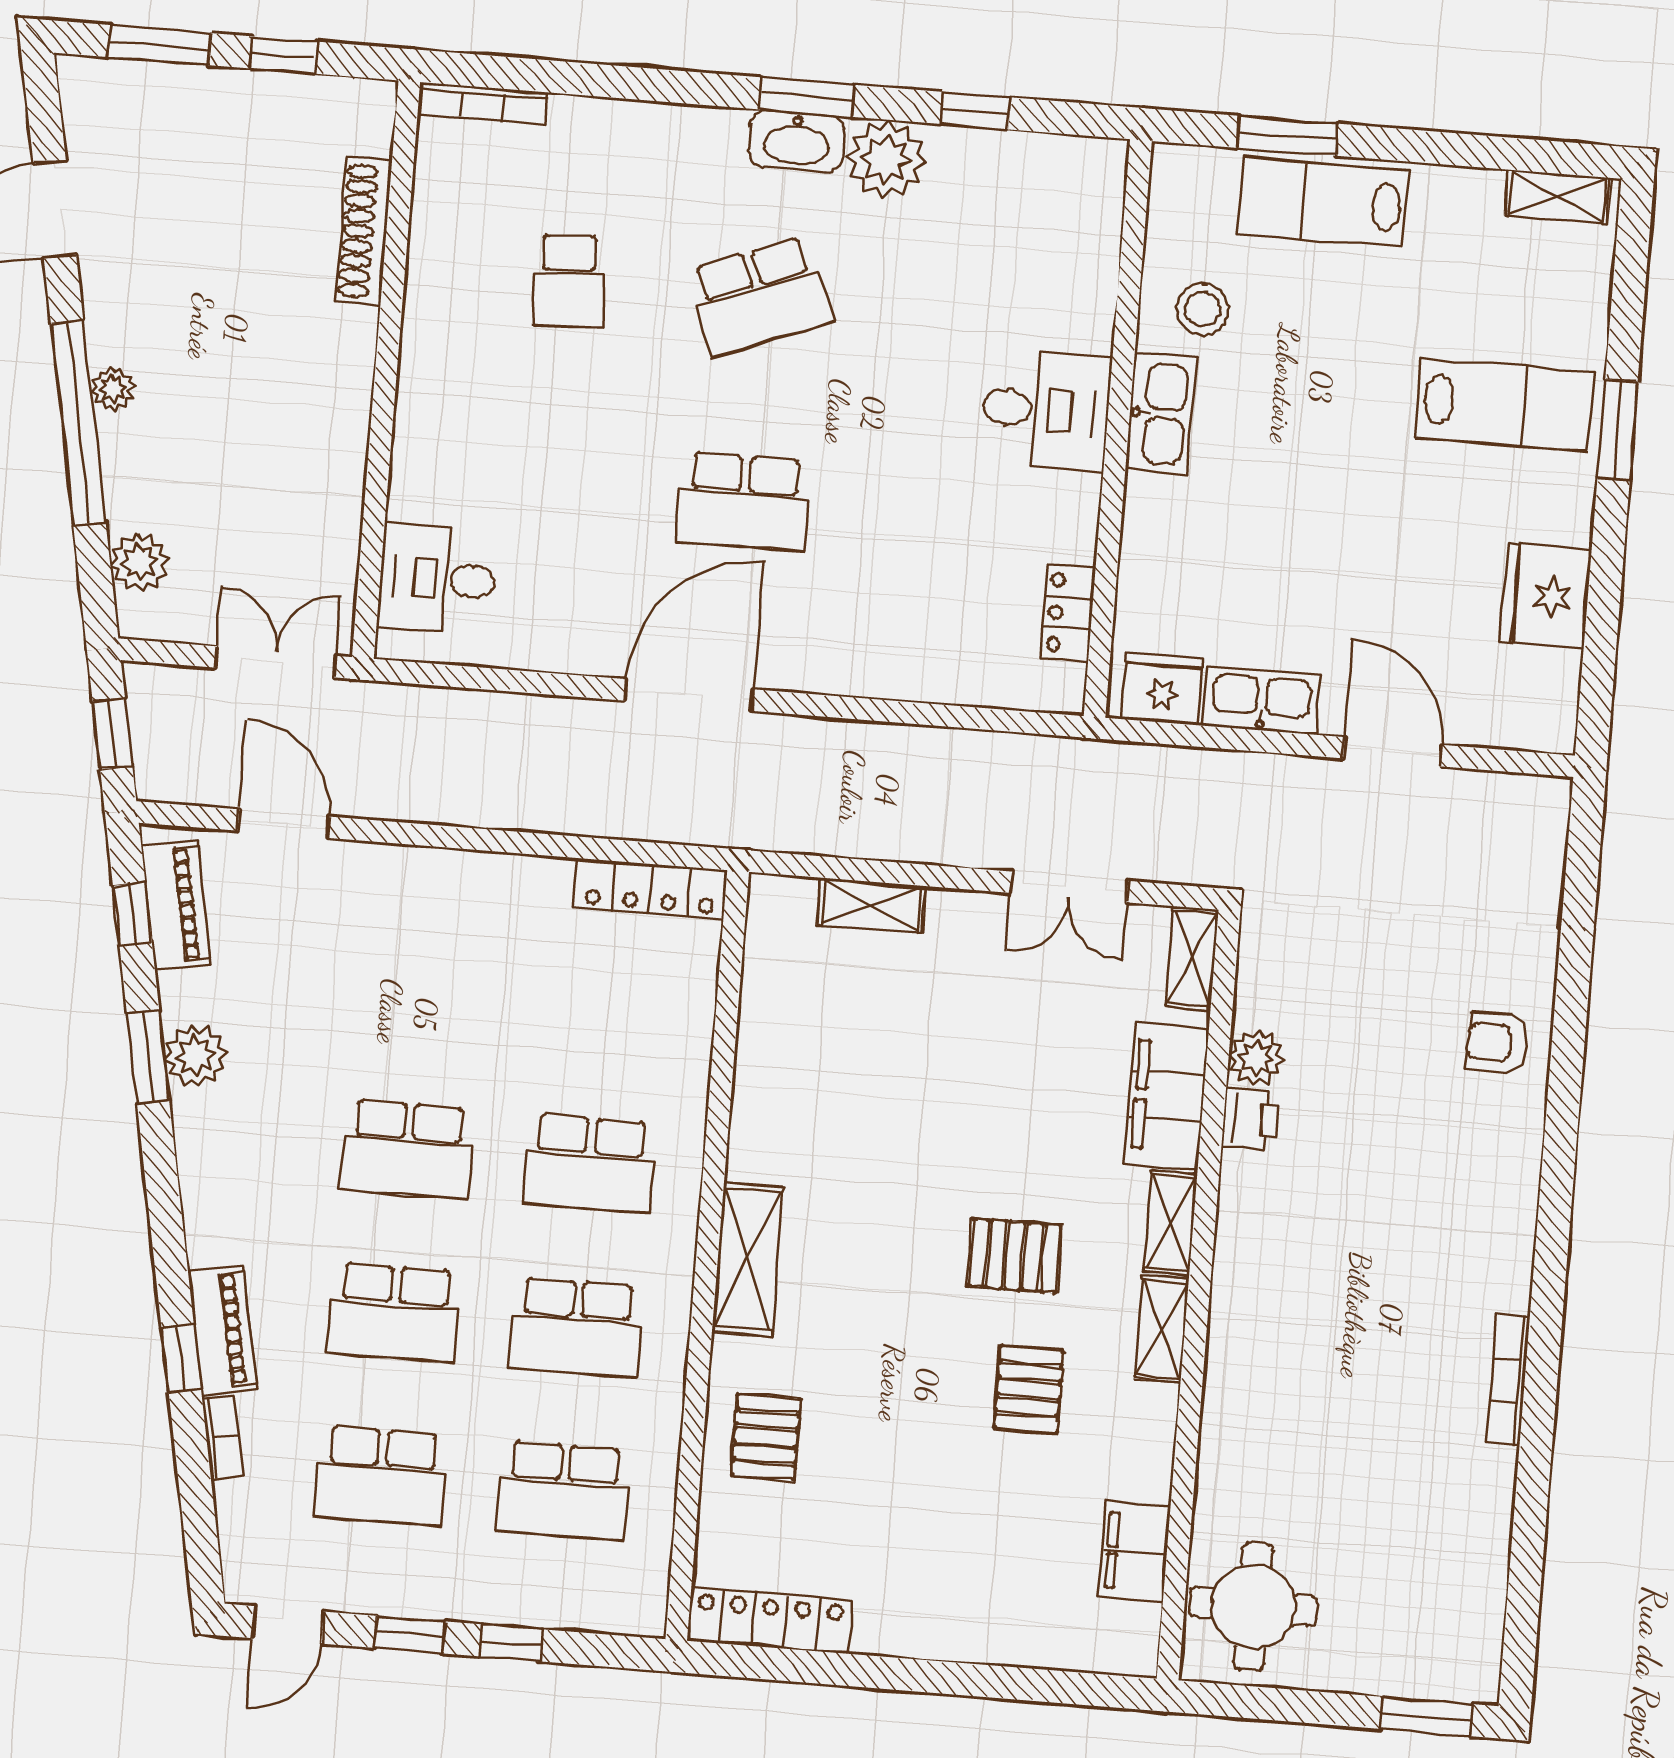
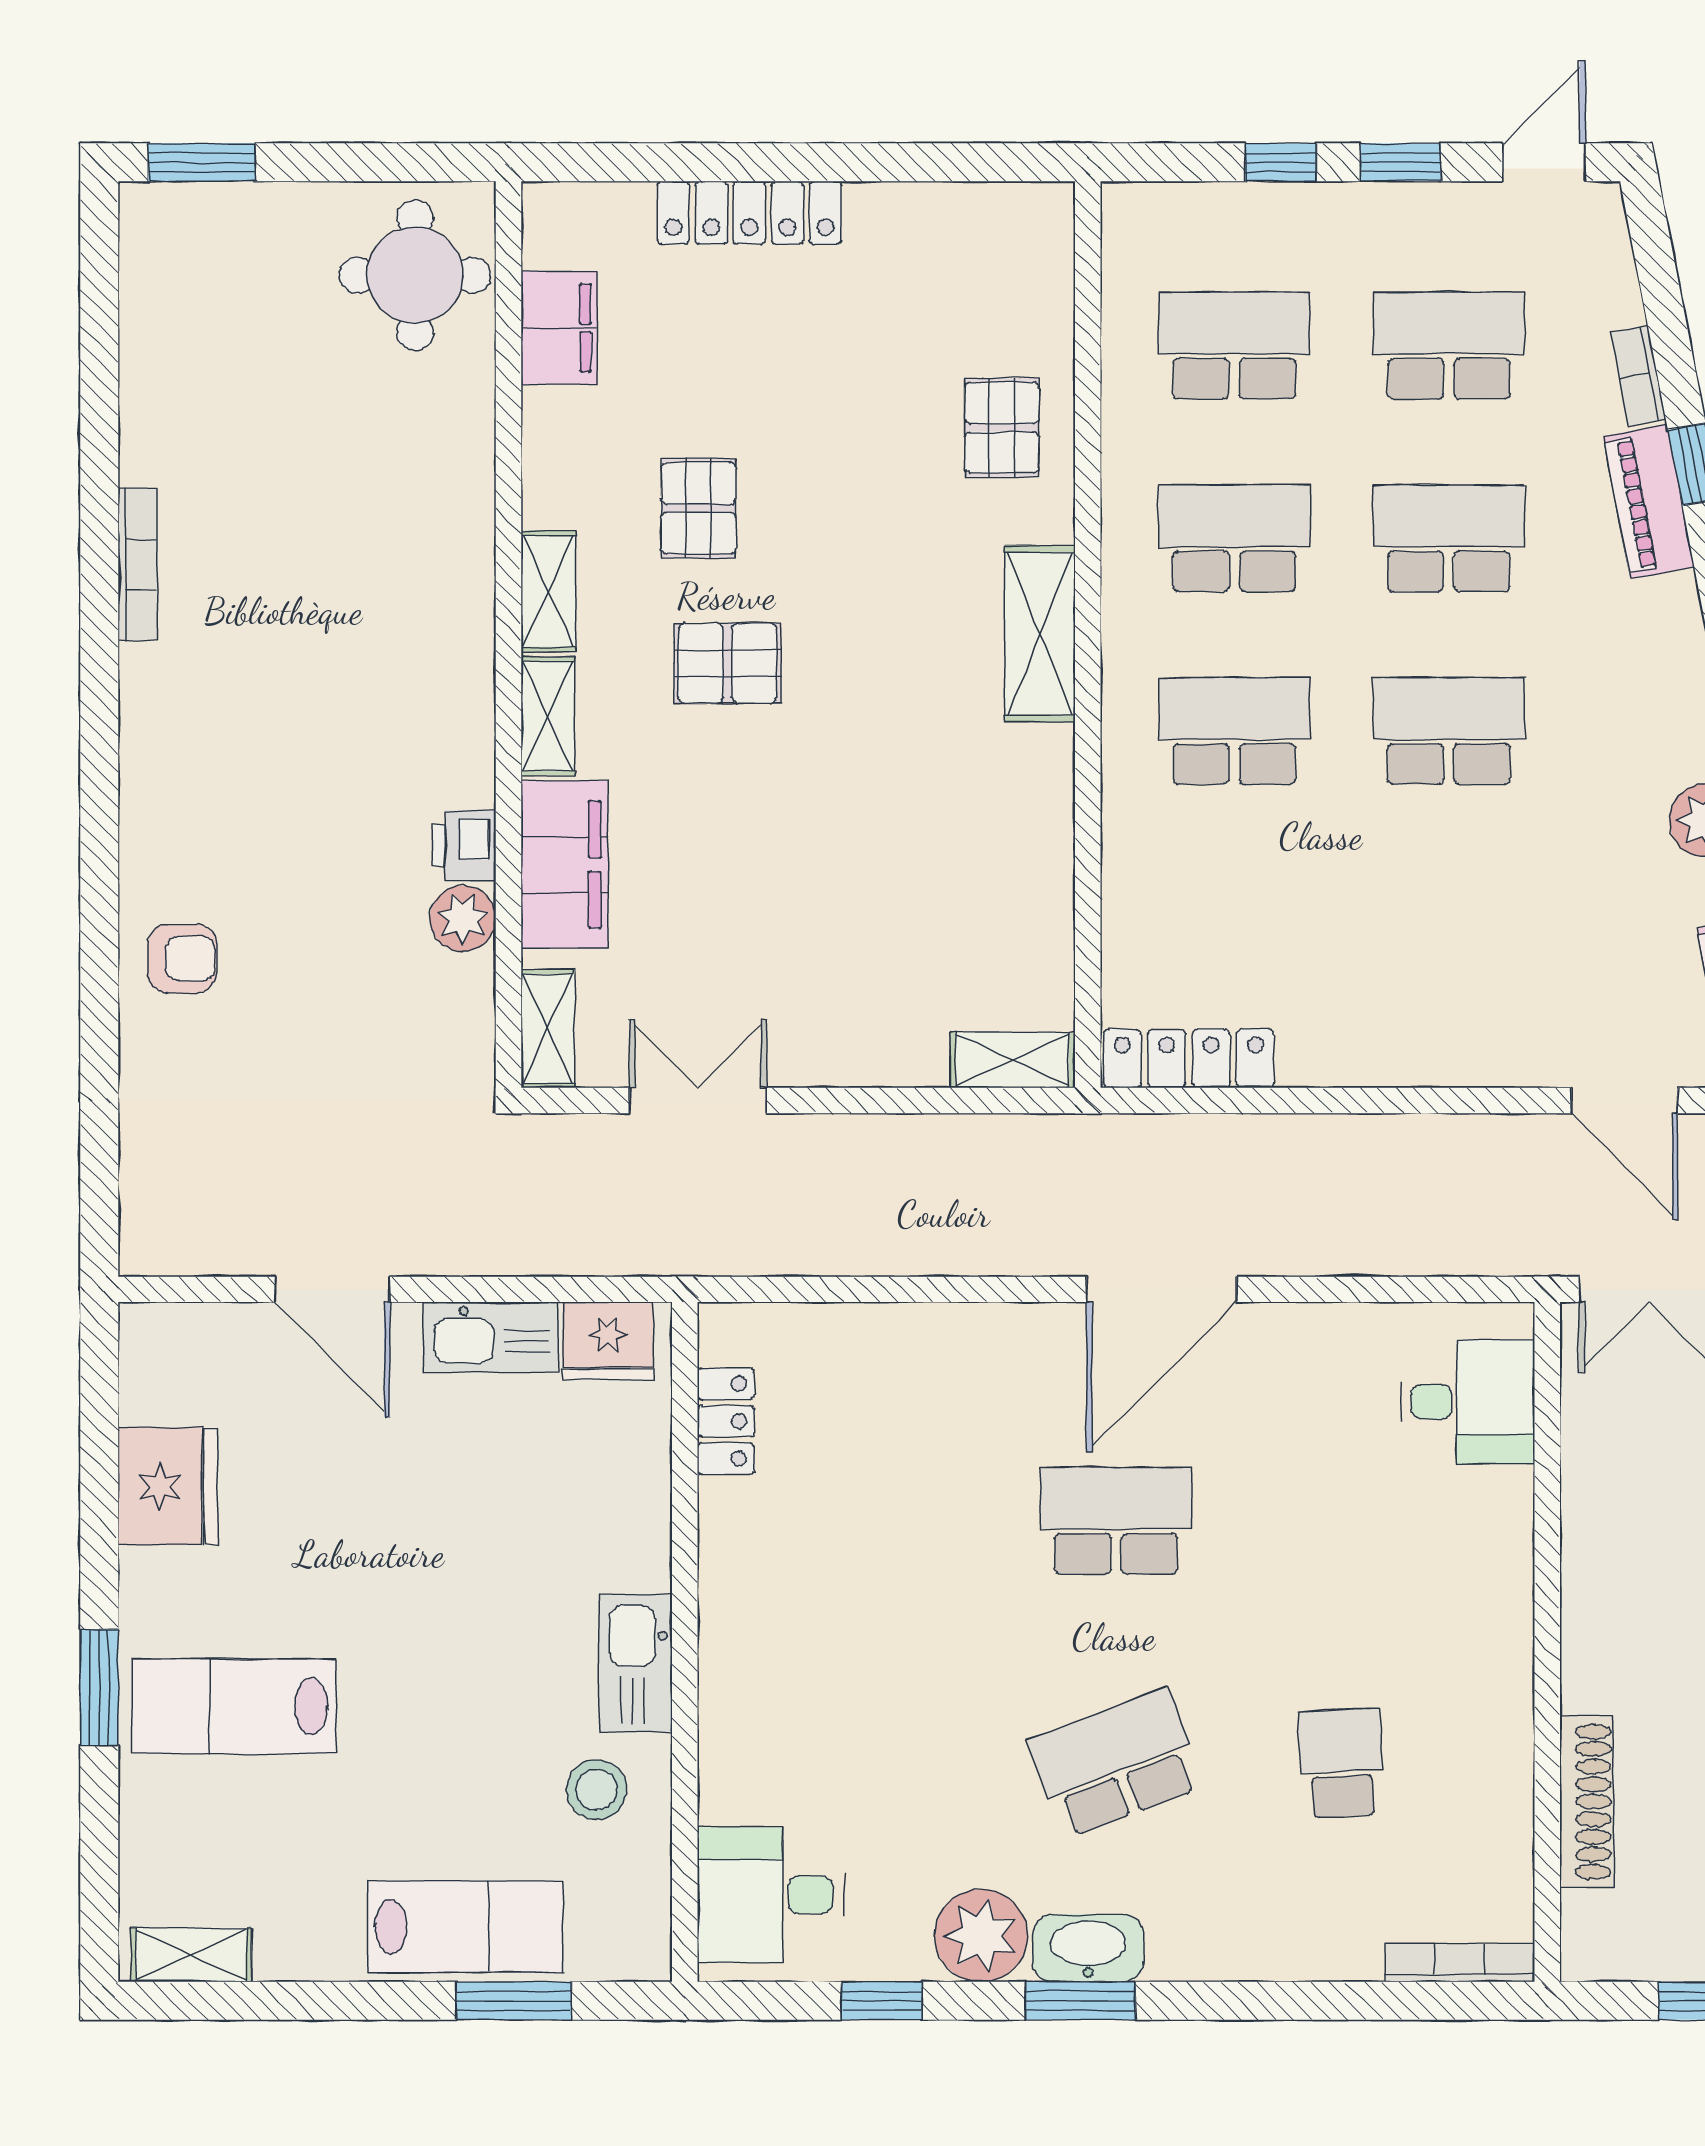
desk: (1046, 410) -> (771, 1895), moved
shelving: (871, 905) -> (1012, 1060), moved
locker: (770, 1621) -> (749, 213), moved

